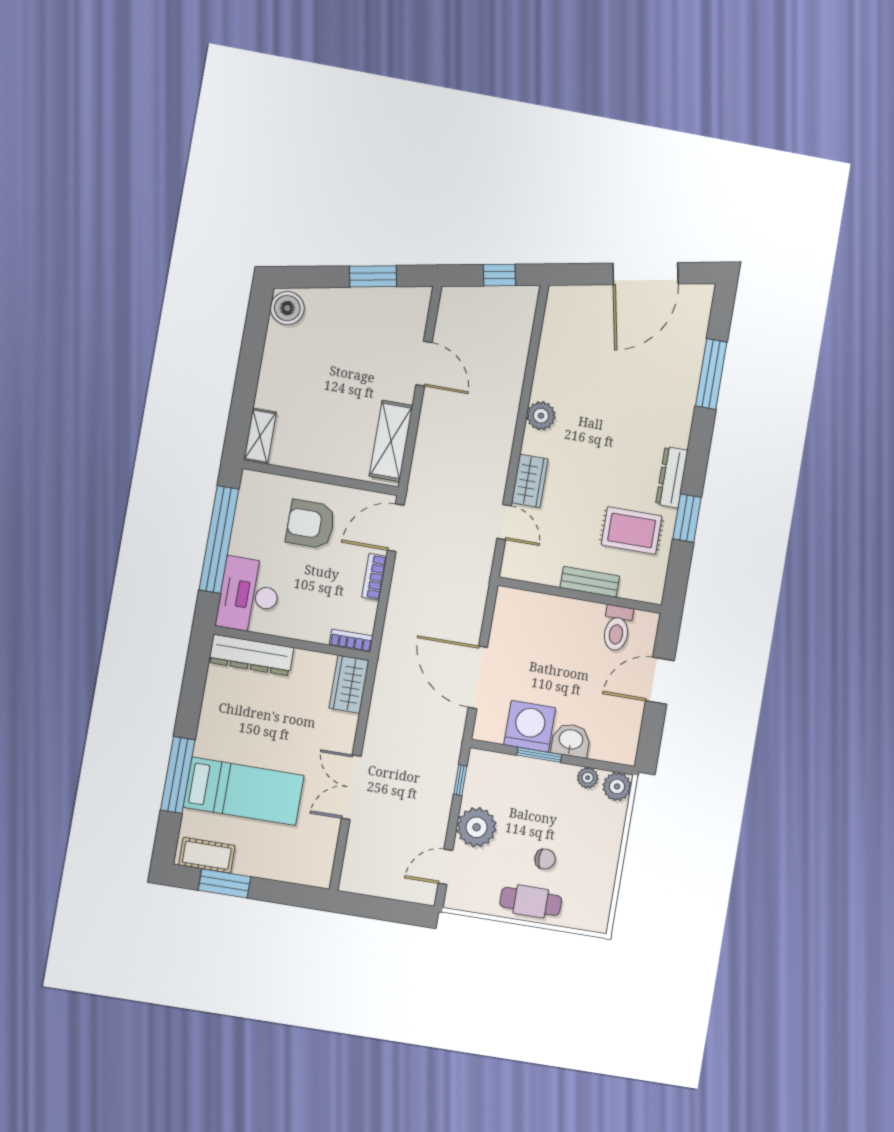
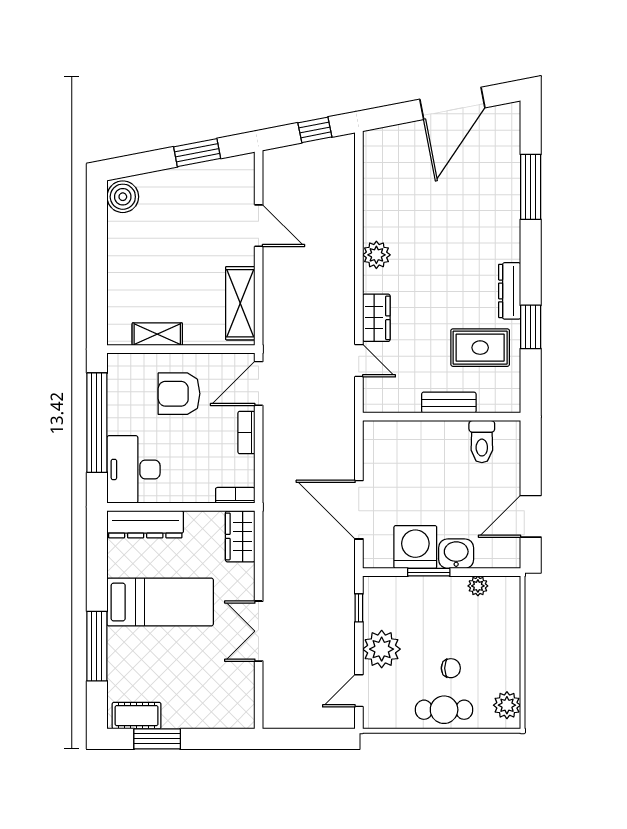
shelving: (260, 436) -> (157, 334), moved, turned 90
door: (660, 681) -> (531, 516), moved
plant: (617, 786) -> (507, 705), moved
bed: (244, 791) -> (160, 602), moved

